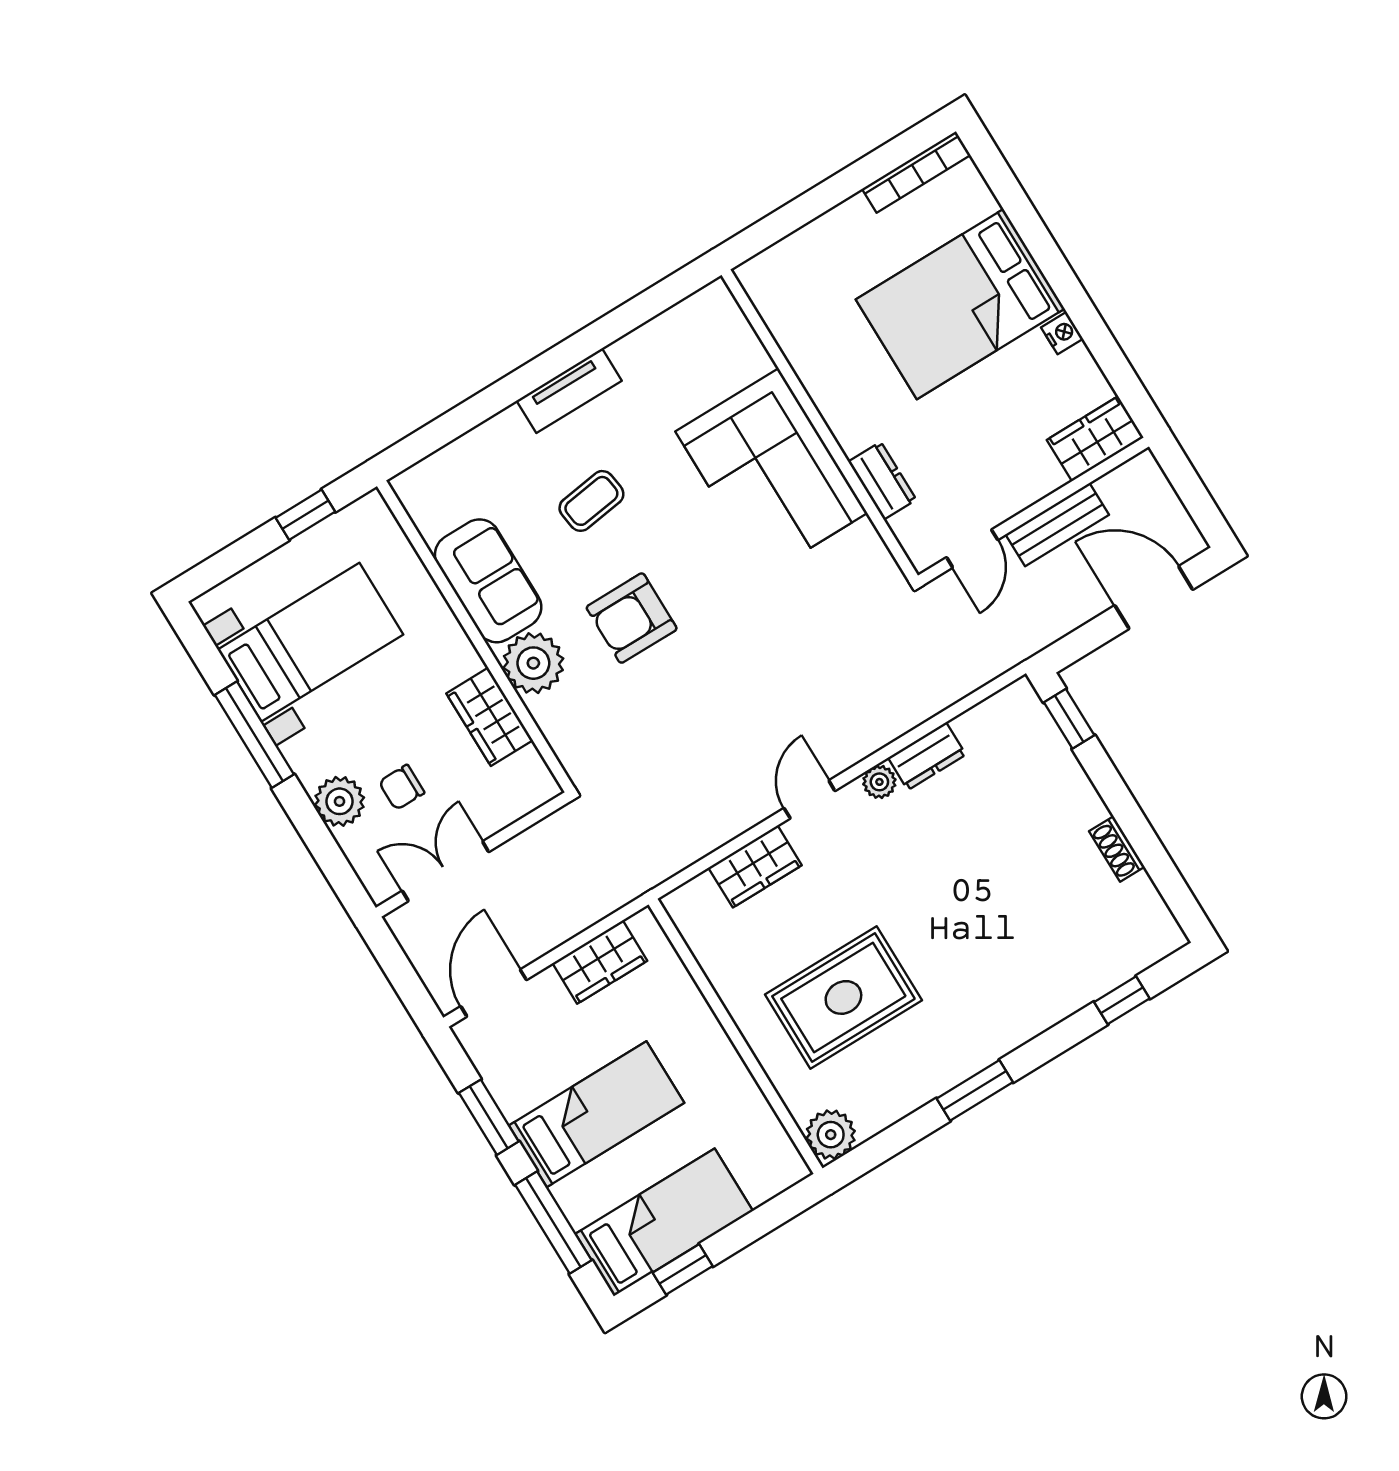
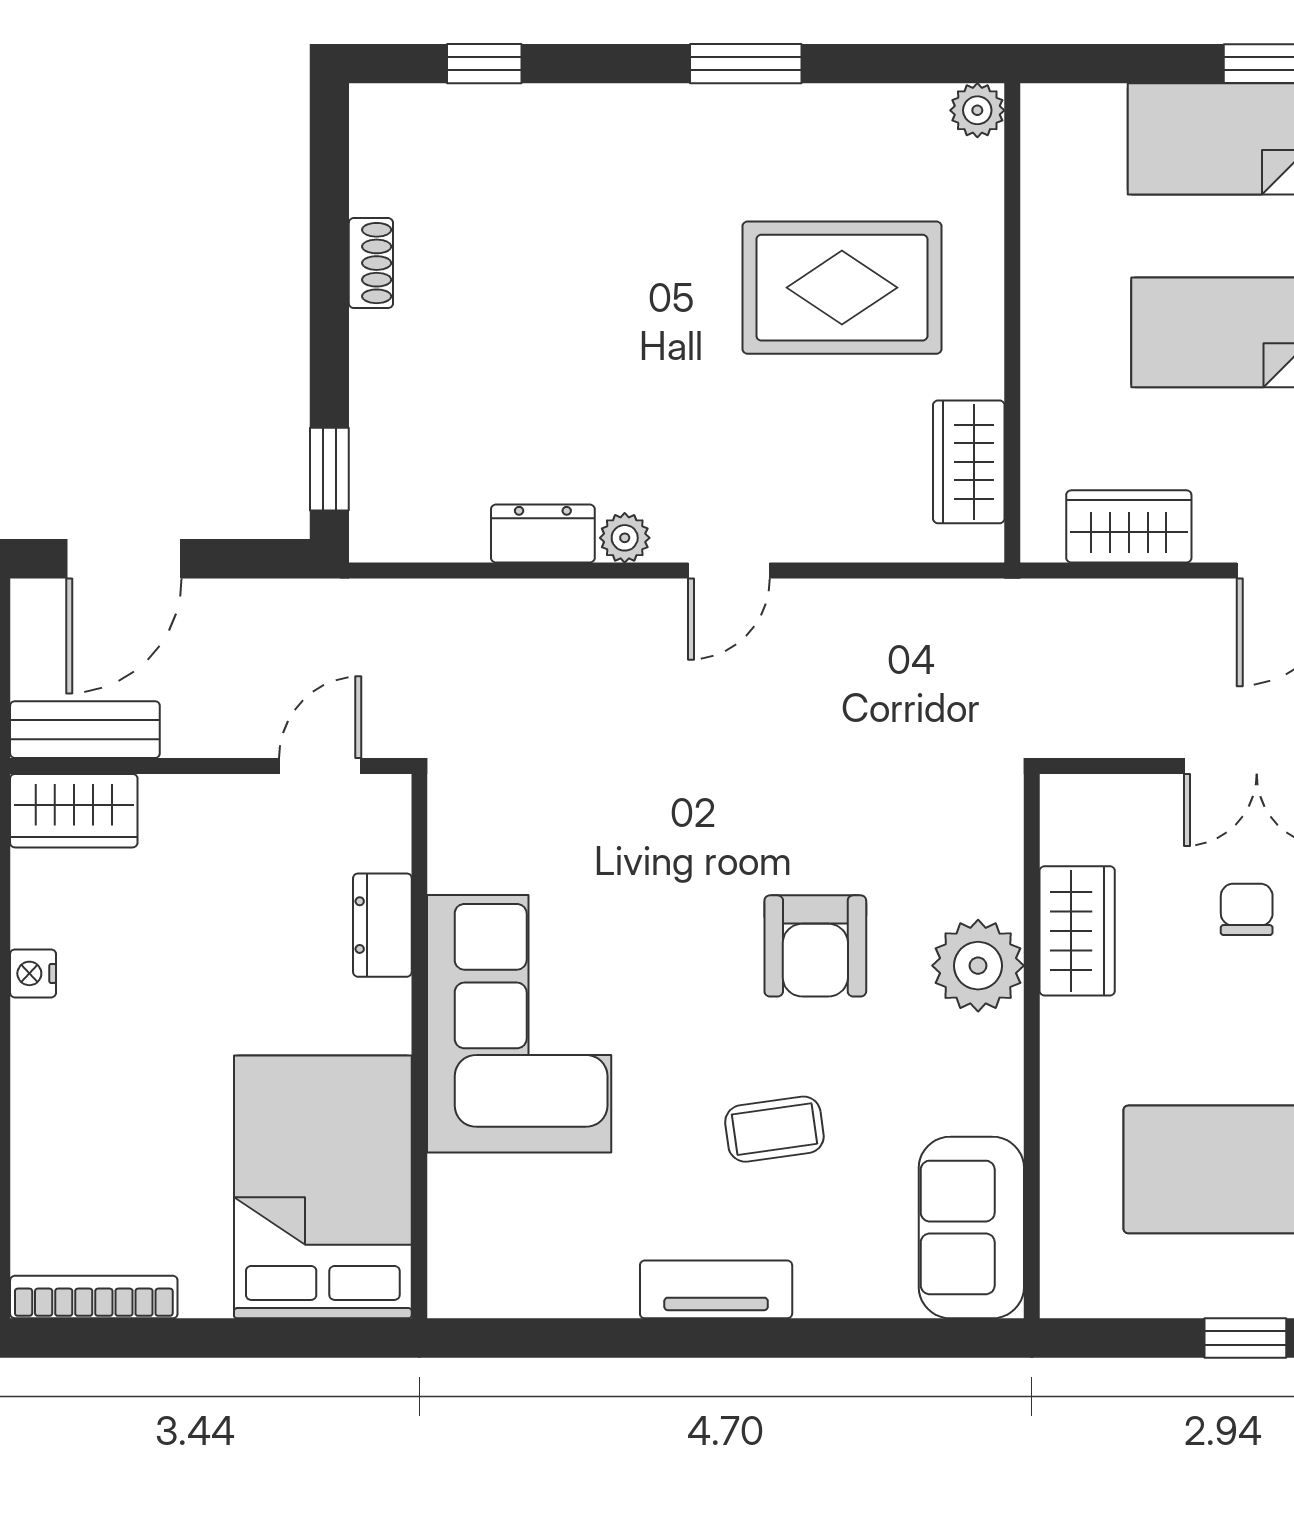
bed: (960, 304) -> (323, 1187), moved, turned -90
window: (305, 515) -> (1245, 1338), moved
bench: (1057, 525) -> (85, 730), moved
sofa: (488, 581) -> (971, 1227), moved
door: (1154, 598) -> (124, 559), hinge flipped
armchair: (632, 618) -> (815, 946), turned 90
chair: (402, 787) -> (1247, 909), turned -90
wardrobe: (755, 866) -> (969, 462), moved, turned -90
plant: (831, 1135) -> (977, 110), width x0.73, depth x0.73

